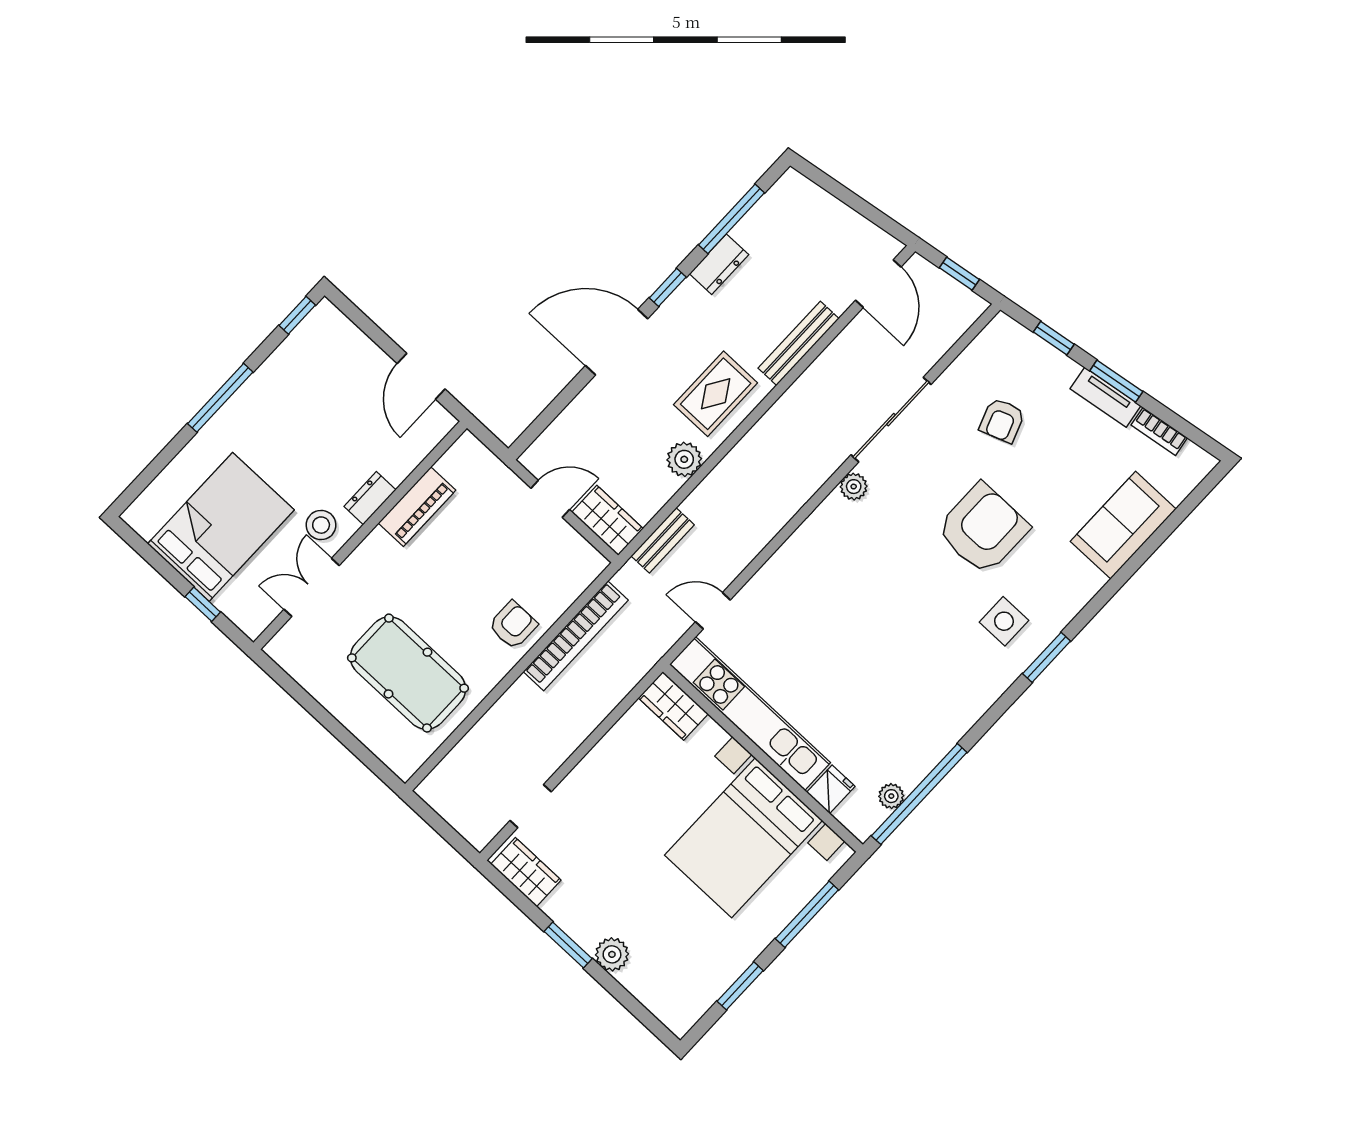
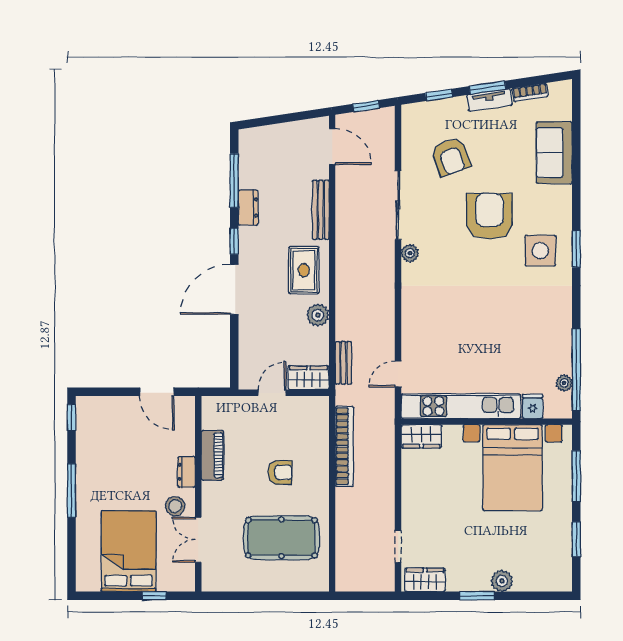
armchair: (1002, 420) -> (451, 157), width x1.38, depth x1.38
side table: (1004, 621) -> (540, 251), width x1.37, depth x1.37
armchair: (513, 625) -> (280, 472), moved, turned 90

